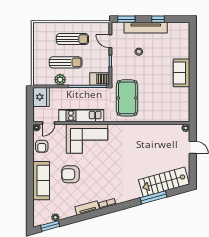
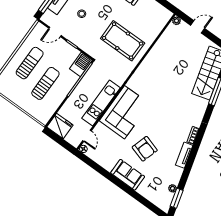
plant: (60, 80) -> (57, 99), removed
pool table: (127, 98) -> (123, 41), moved
armchair: (42, 146) -> (103, 156), removed
armchair: (70, 174) -> (145, 149), turned -73
sofa: (41, 181) -> (128, 175), width x0.73

